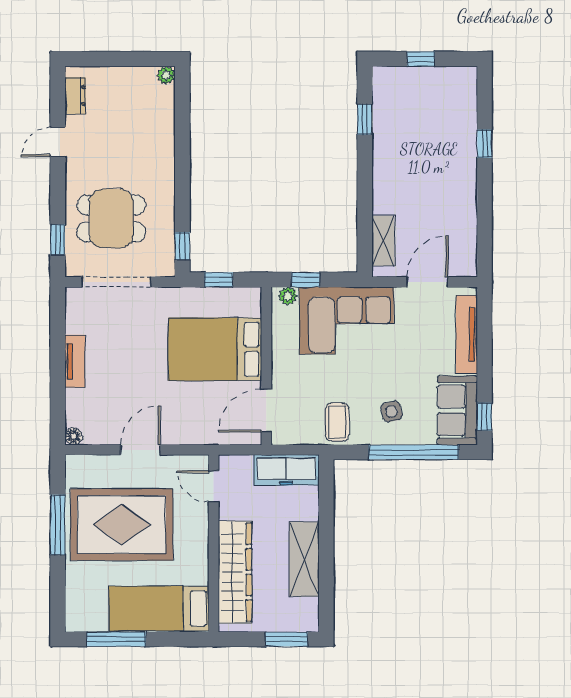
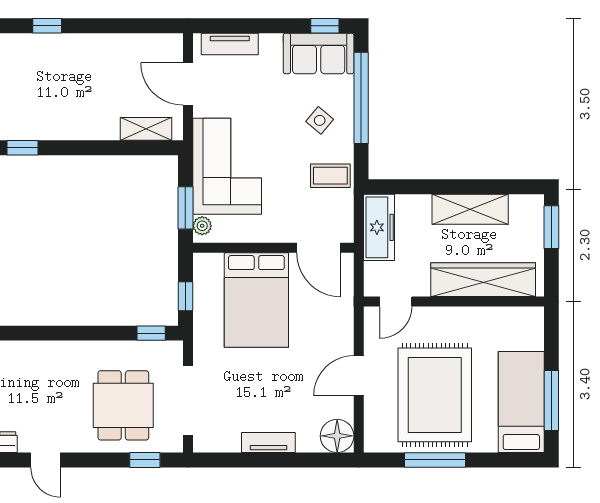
window: (305, 280) -> (185, 208), width x1.50
tv unit: (467, 334) -> (230, 44), width x0.71
side table: (392, 411) -> (320, 120), turned -38
floor lamp: (74, 436) -> (337, 436), width x1.89, depth x1.89
door: (140, 450) -> (359, 376), hinge flipped
bed: (159, 608) -> (521, 402), moved, turned 180

